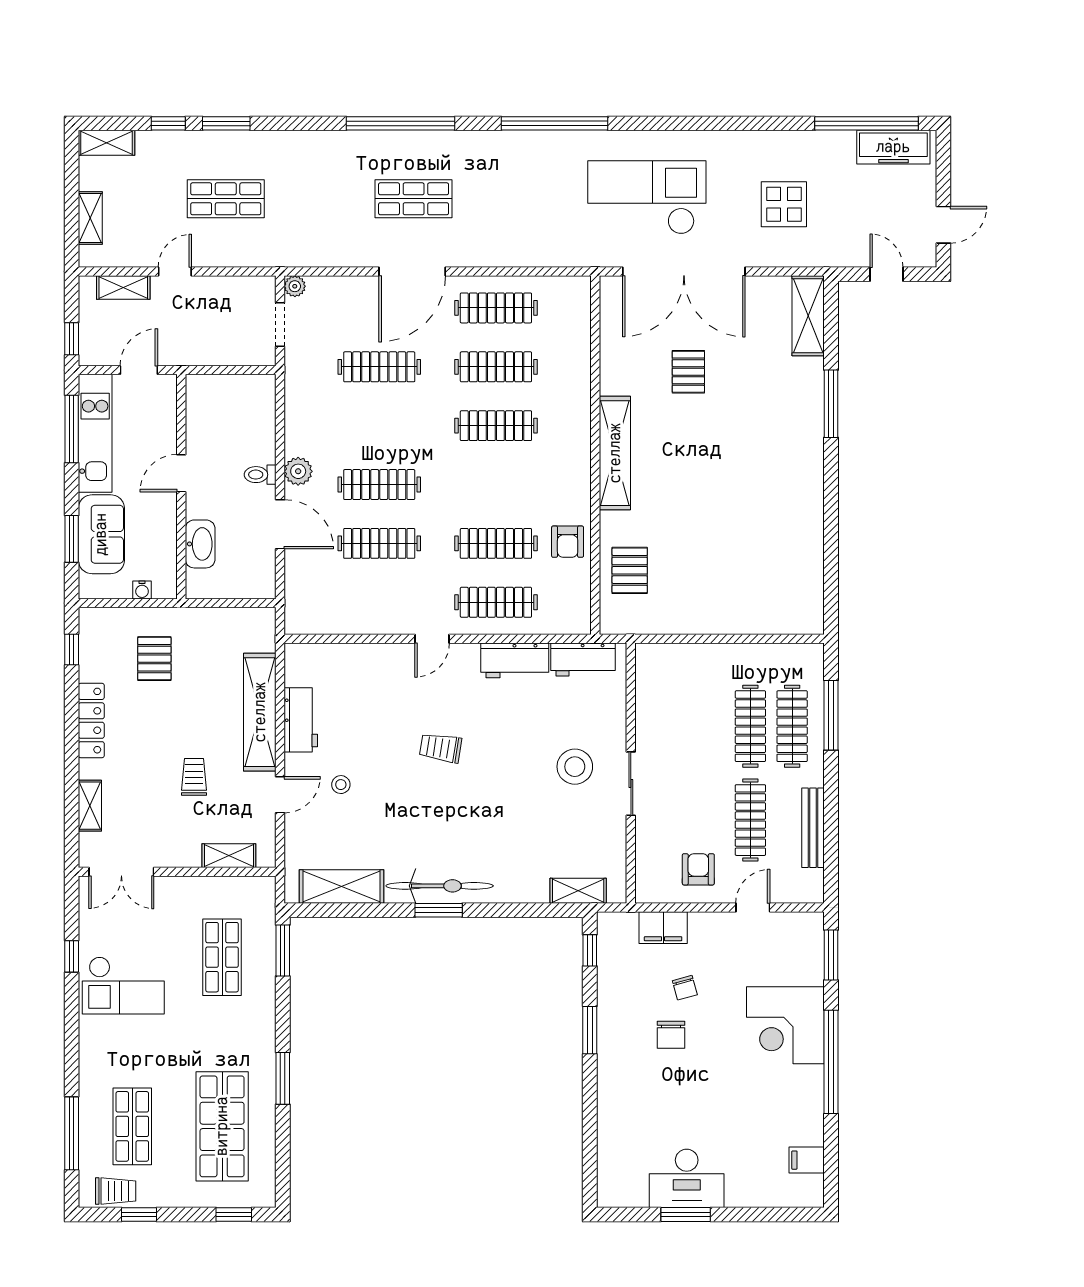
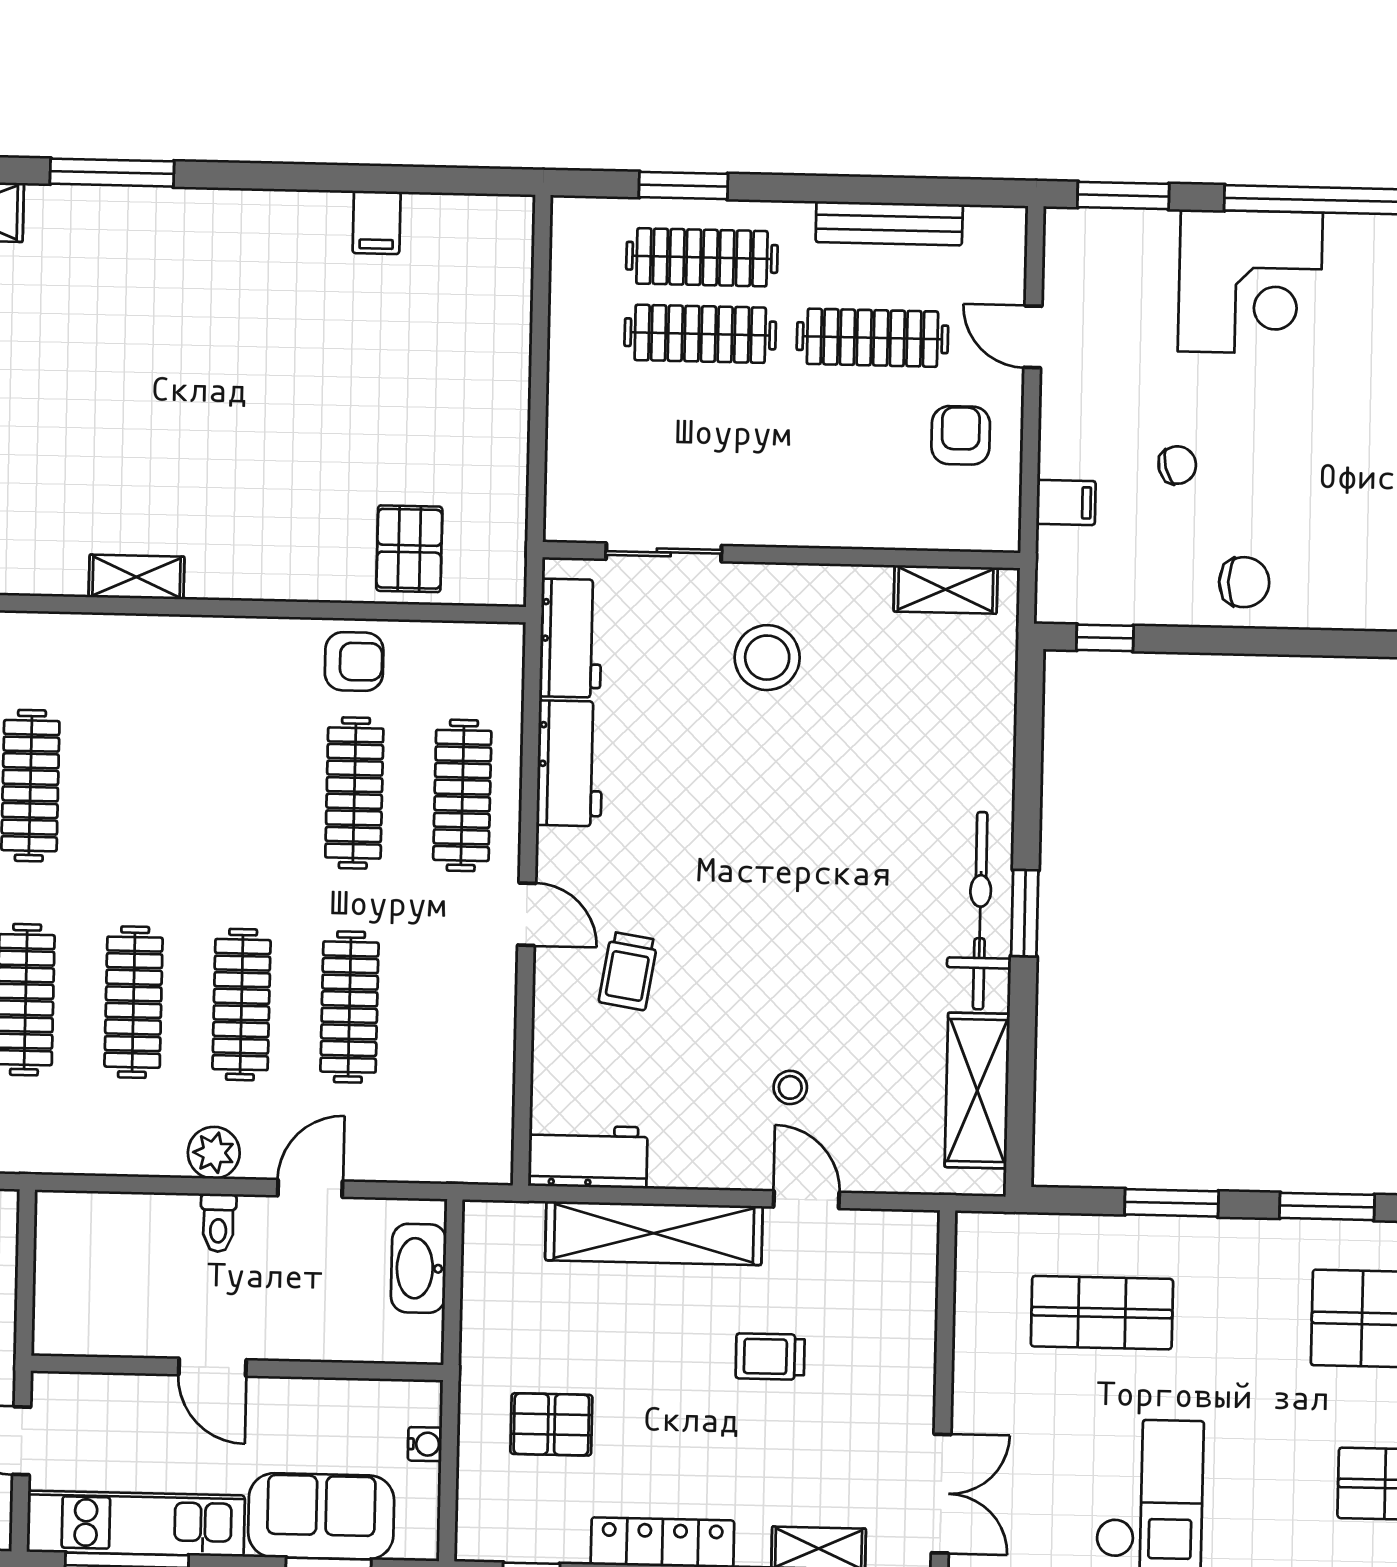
pallet: (688, 372) -> (47, 433), removed
clothes rail: (496, 426) -> (134, 1002), moved
shelving: (615, 453) -> (137, 577), width x0.45, depth x0.75
door: (280, 524) -> (310, 1188), width x0.73
washbasin: (200, 544) -> (419, 1268), moved, turned -90
filing cabinet: (807, 548) -> (377, 222), added
pallet: (630, 570) -> (409, 549), turned 90
window: (831, 715) -> (683, 186), width x0.69
workbench: (301, 720) -> (588, 1157), moved
trolley: (441, 748) -> (628, 971), moved
sliding door: (631, 784) -> (664, 552), moved
shelving: (229, 856) -> (916, 1296), removed
armchair: (698, 869) -> (961, 435), turned 90
shelving: (578, 891) -> (946, 589), moved, turned 90
filing cabinet: (663, 928) -> (1066, 502), width x0.50
window: (283, 951) -> (1172, 1203), moved
window: (590, 1030) -> (1251, 641), removed
chair: (671, 1035) -> (1244, 582), moved

